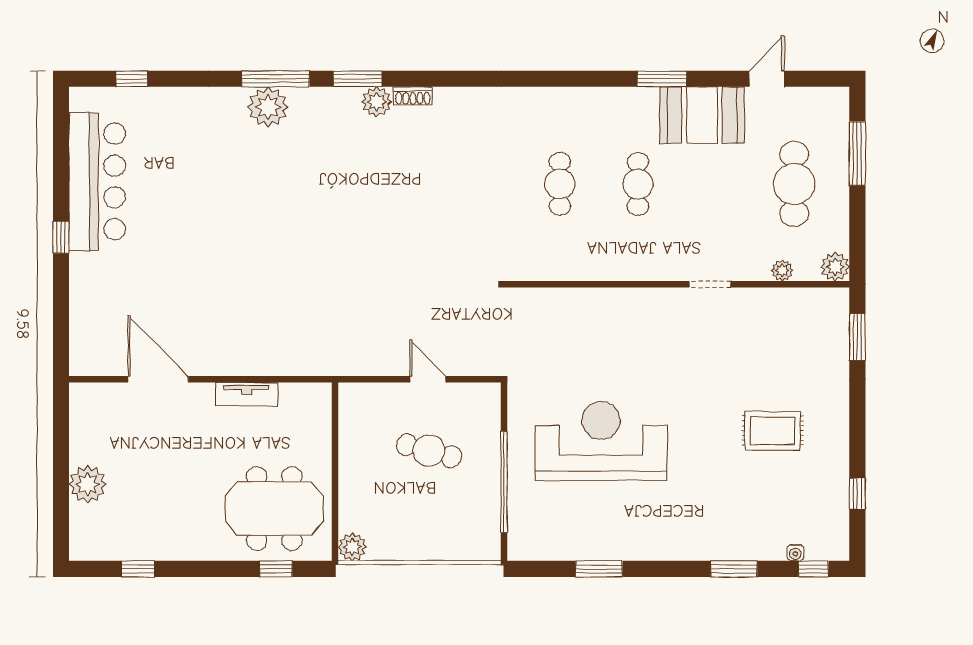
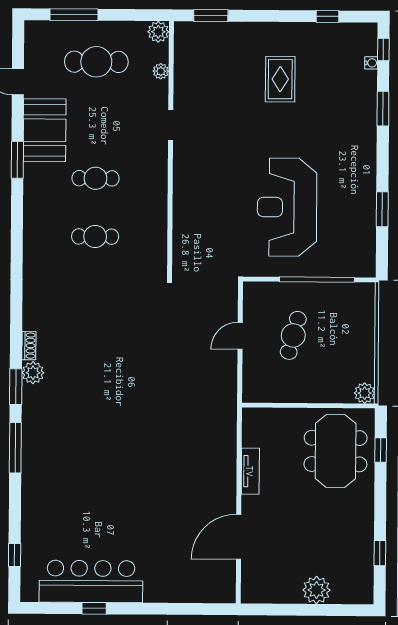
plant: (268, 107) -> (36, 454), removed
window: (61, 237) -> (94, 608), moved

